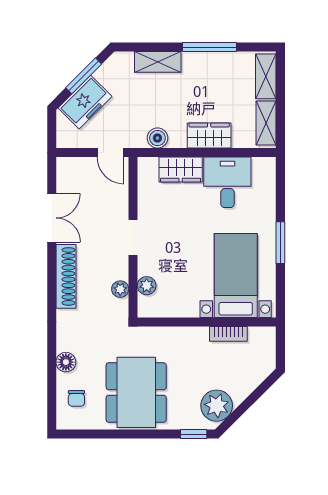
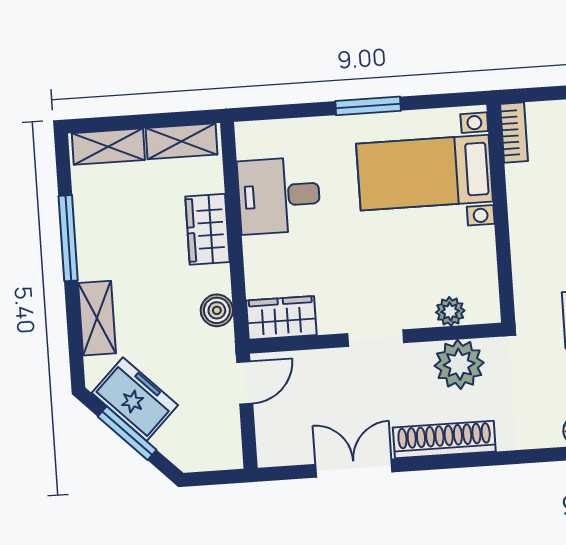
freezer: (85, 102) -> (135, 399), moved
wardrobe: (181, 169) -> (281, 318), moved, turned -90
plant: (120, 289) -> (459, 364), width x1.88, depth x1.88
bookcase: (228, 334) -> (514, 132), moved

